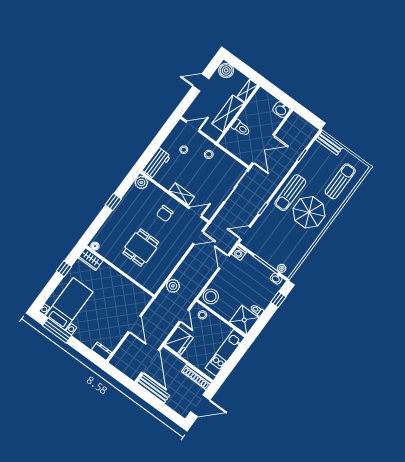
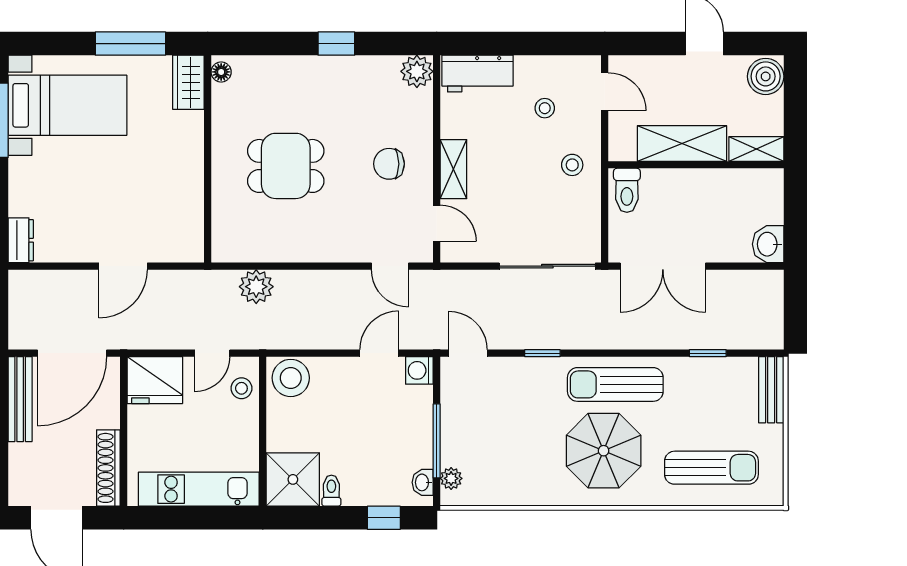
toilet: (241, 128) -> (627, 190), moved
window: (64, 269) -> (130, 44), width x2.17

